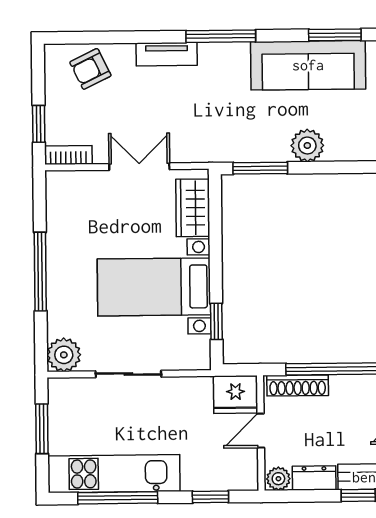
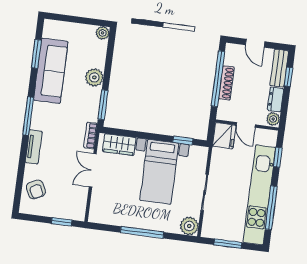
bookcase: (68, 155) -> (90, 136), moved
shoe rack: (298, 385) -> (226, 83), moved
kitchen unit: (114, 474) -> (259, 195), width x1.36

